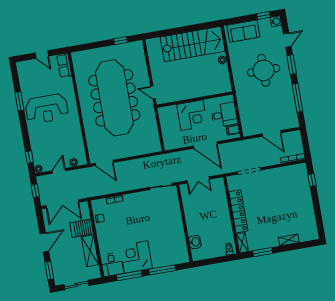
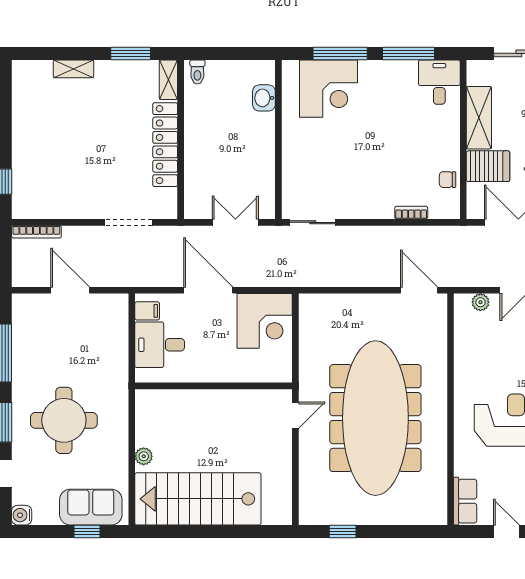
window: (264, 15) -> (87, 531), moved
door: (153, 92) -> (295, 415), hinge flipped
corner desk: (192, 115) -> (265, 321), moved, turned 180
corner desk: (136, 257) -> (328, 89), moved

